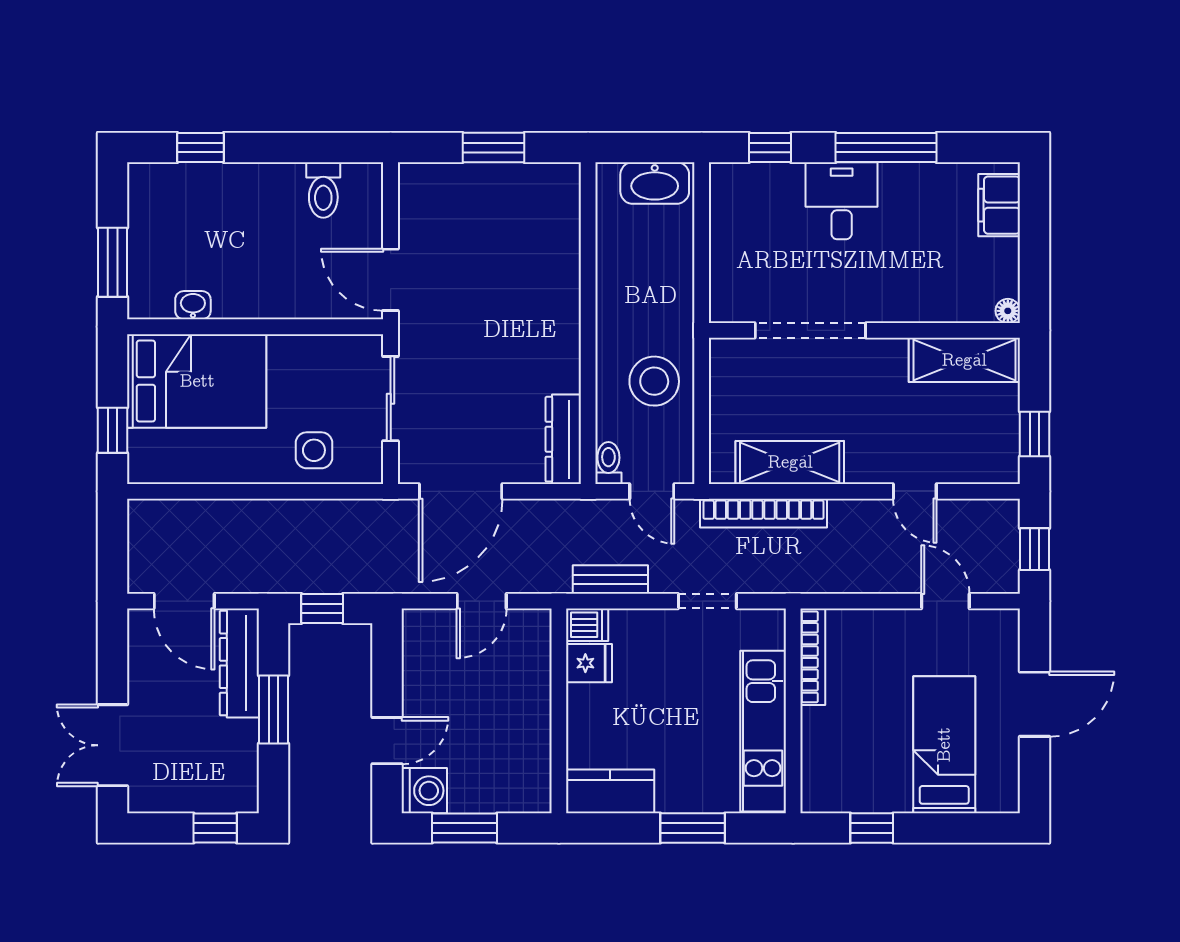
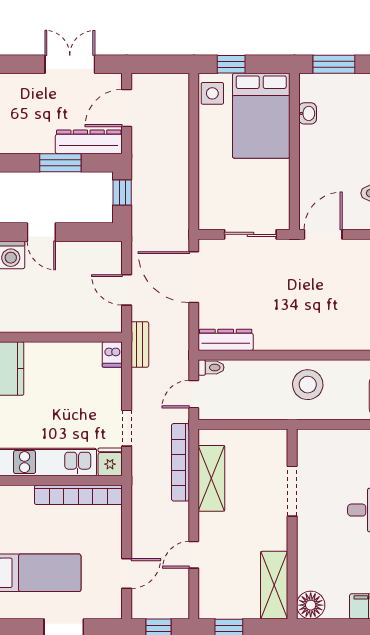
floor lamp: (1008, 311) -> (311, 605), width x1.89, depth x1.89
doorway: (810, 330) -> (292, 491), width x0.73
stool: (654, 381) -> (308, 385), moved
side table: (314, 450) -> (212, 93), moved
bench: (610, 580) -> (140, 344), moved
bookcase: (813, 657) -> (78, 495), width x1.48, depth x1.31
fridge: (589, 663) -> (110, 462), moved, turned 180
double door: (112, 745) -> (70, 64), moved

